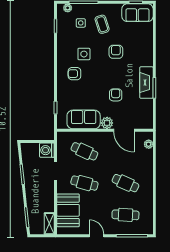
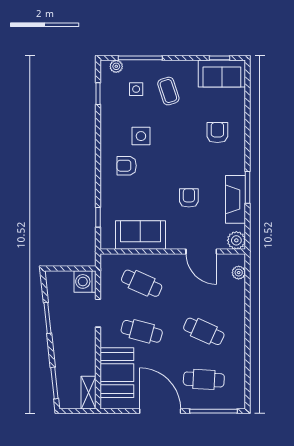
armchair: (116, 52) -> (217, 133), moved
fireplace: (146, 83) -> (236, 199), moved
plant: (107, 123) -> (236, 240), moved
door: (97, 236) -> (160, 411), width x1.88

